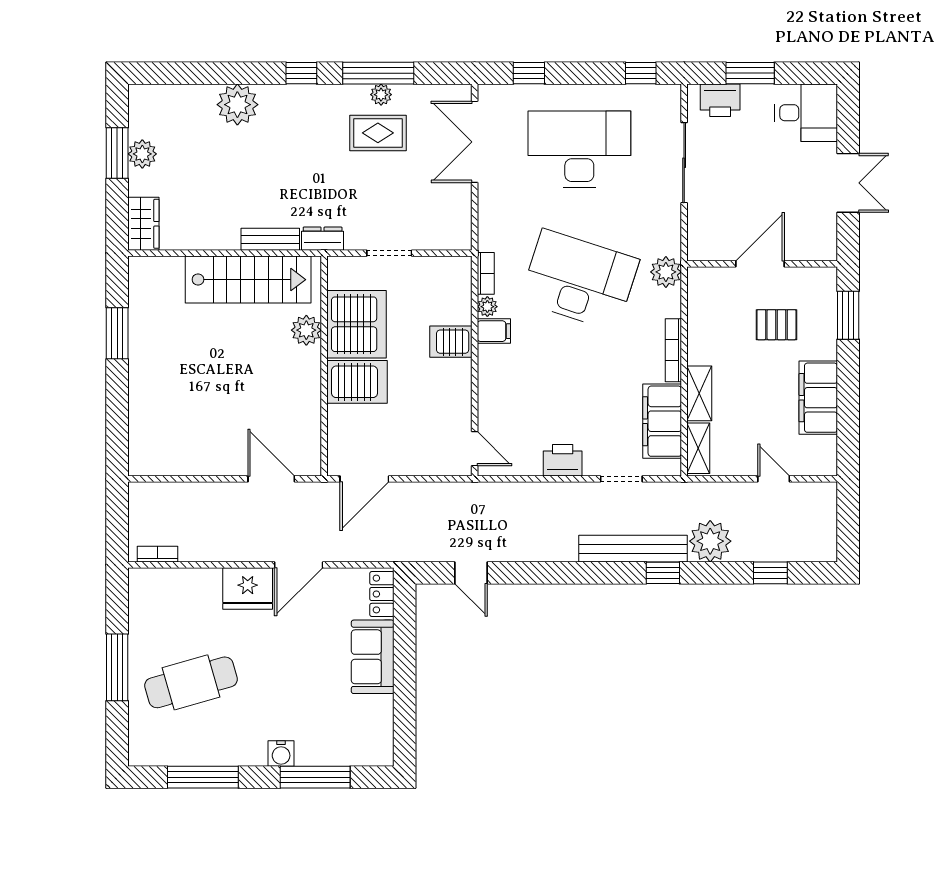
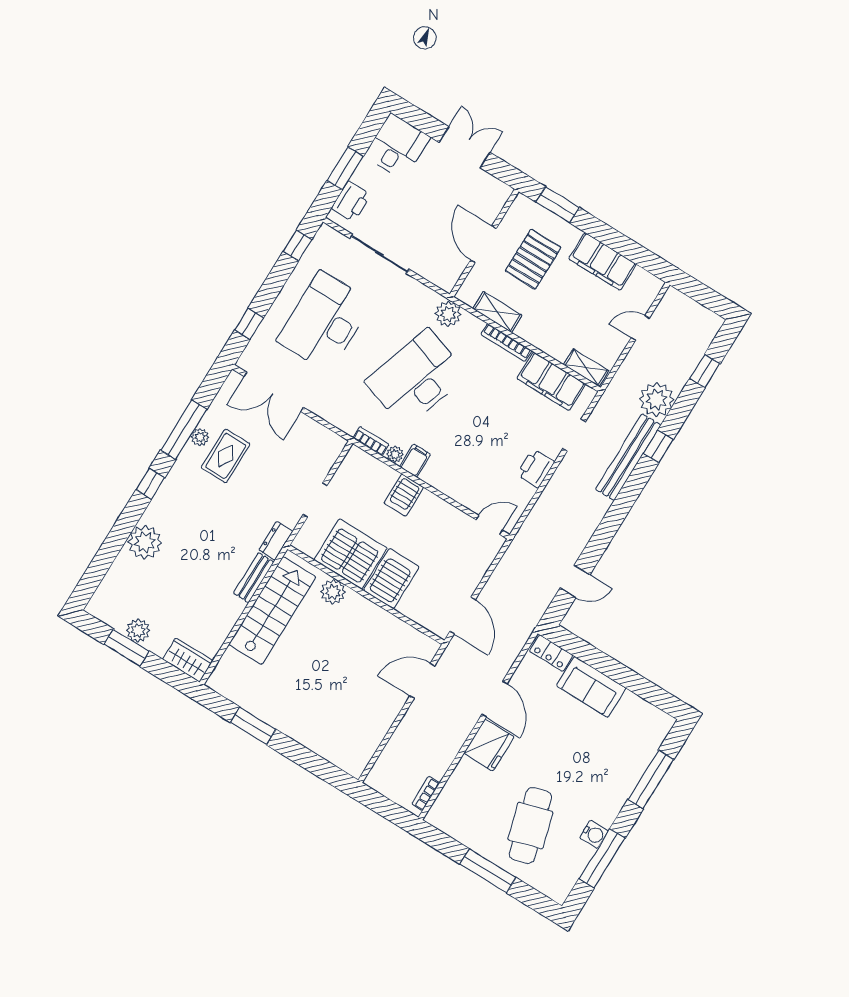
pallet: (776, 325) -> (533, 259), width x1.50, depth x1.42
shelving: (699, 393) -> (497, 312), moved
water cooler: (281, 753) -> (594, 834), moved

